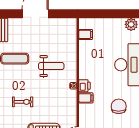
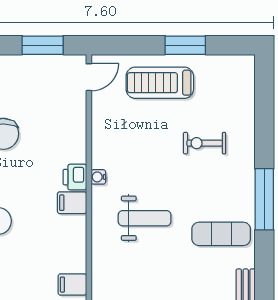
weight bench: (51, 66) -> (145, 218), turned 180
filing cabinet: (86, 98) -> (72, 203), moved

